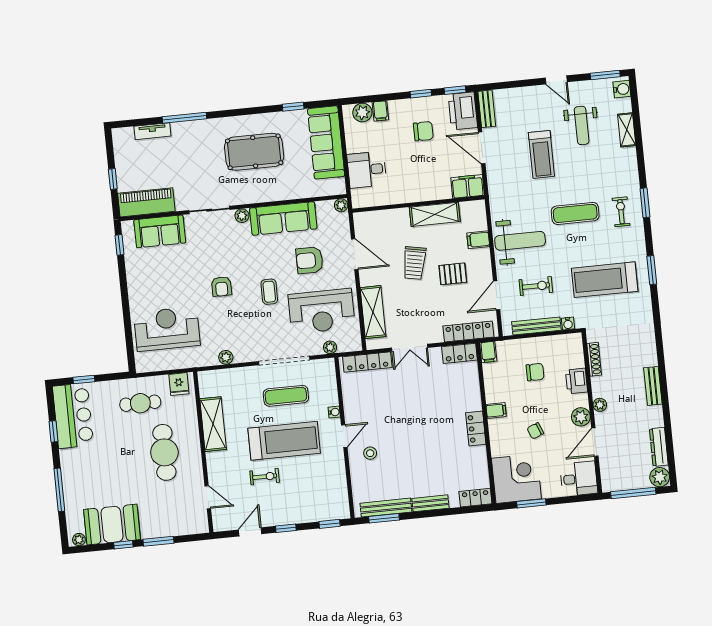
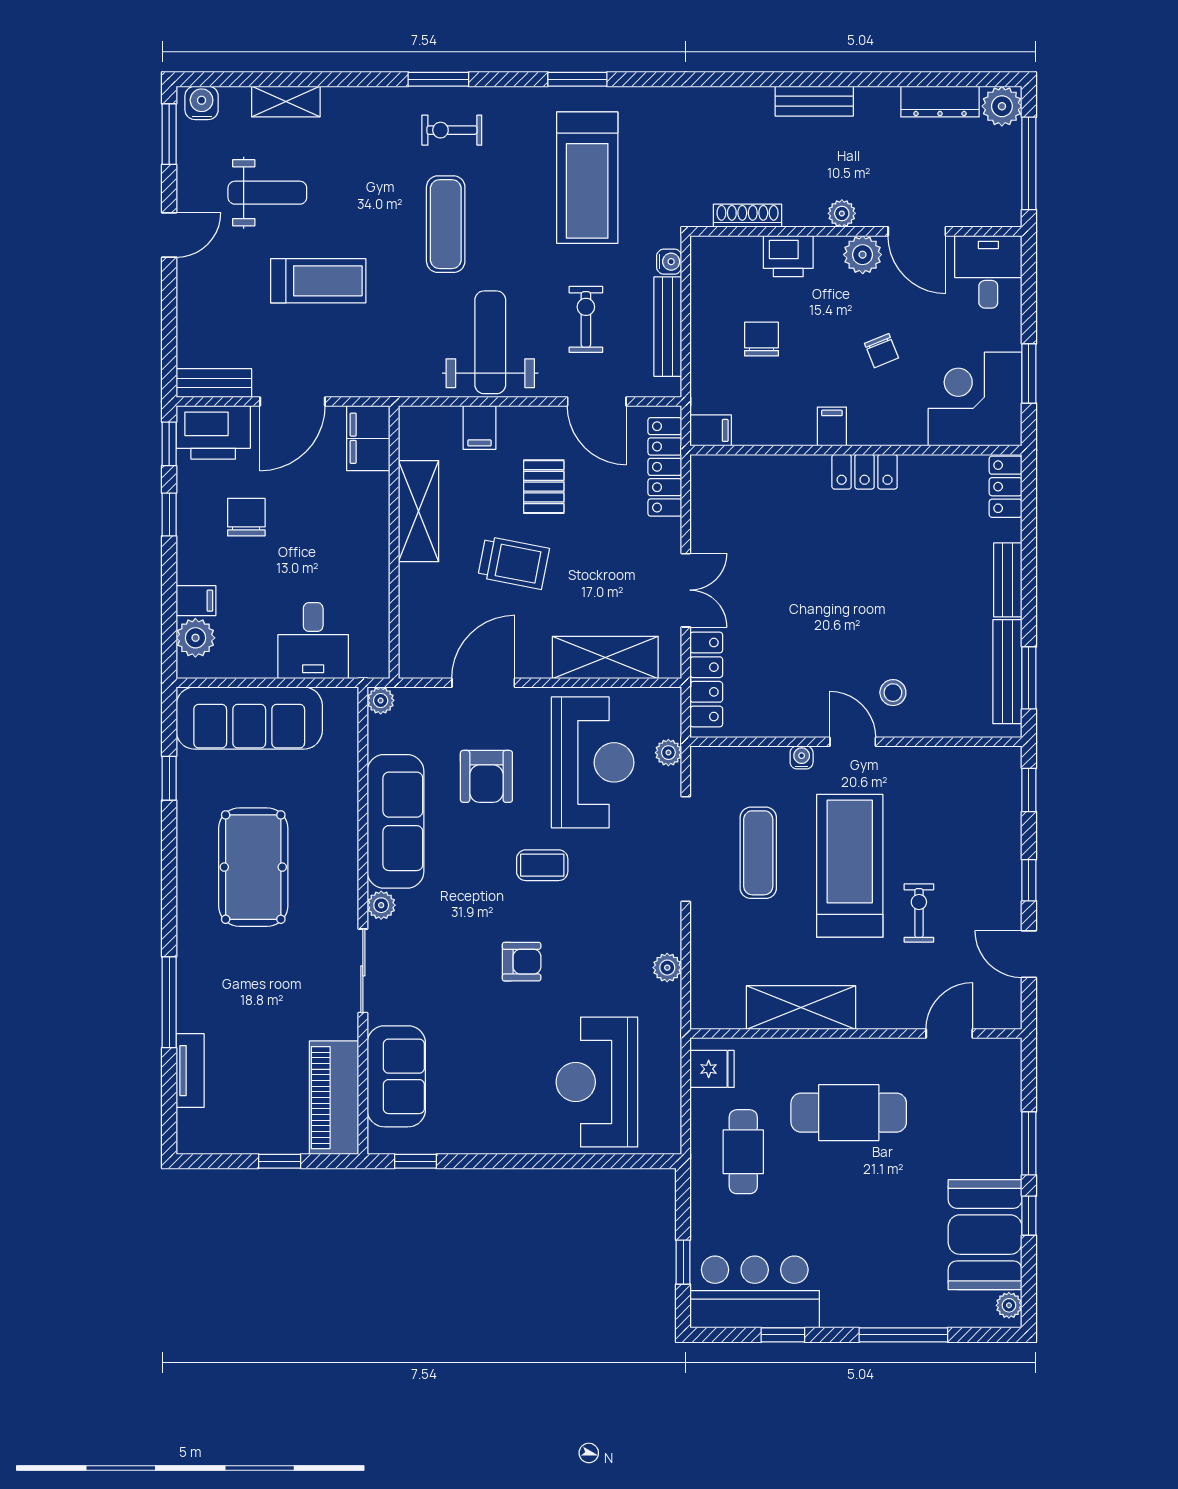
locker: (460, 353) -> (708, 489), removed

